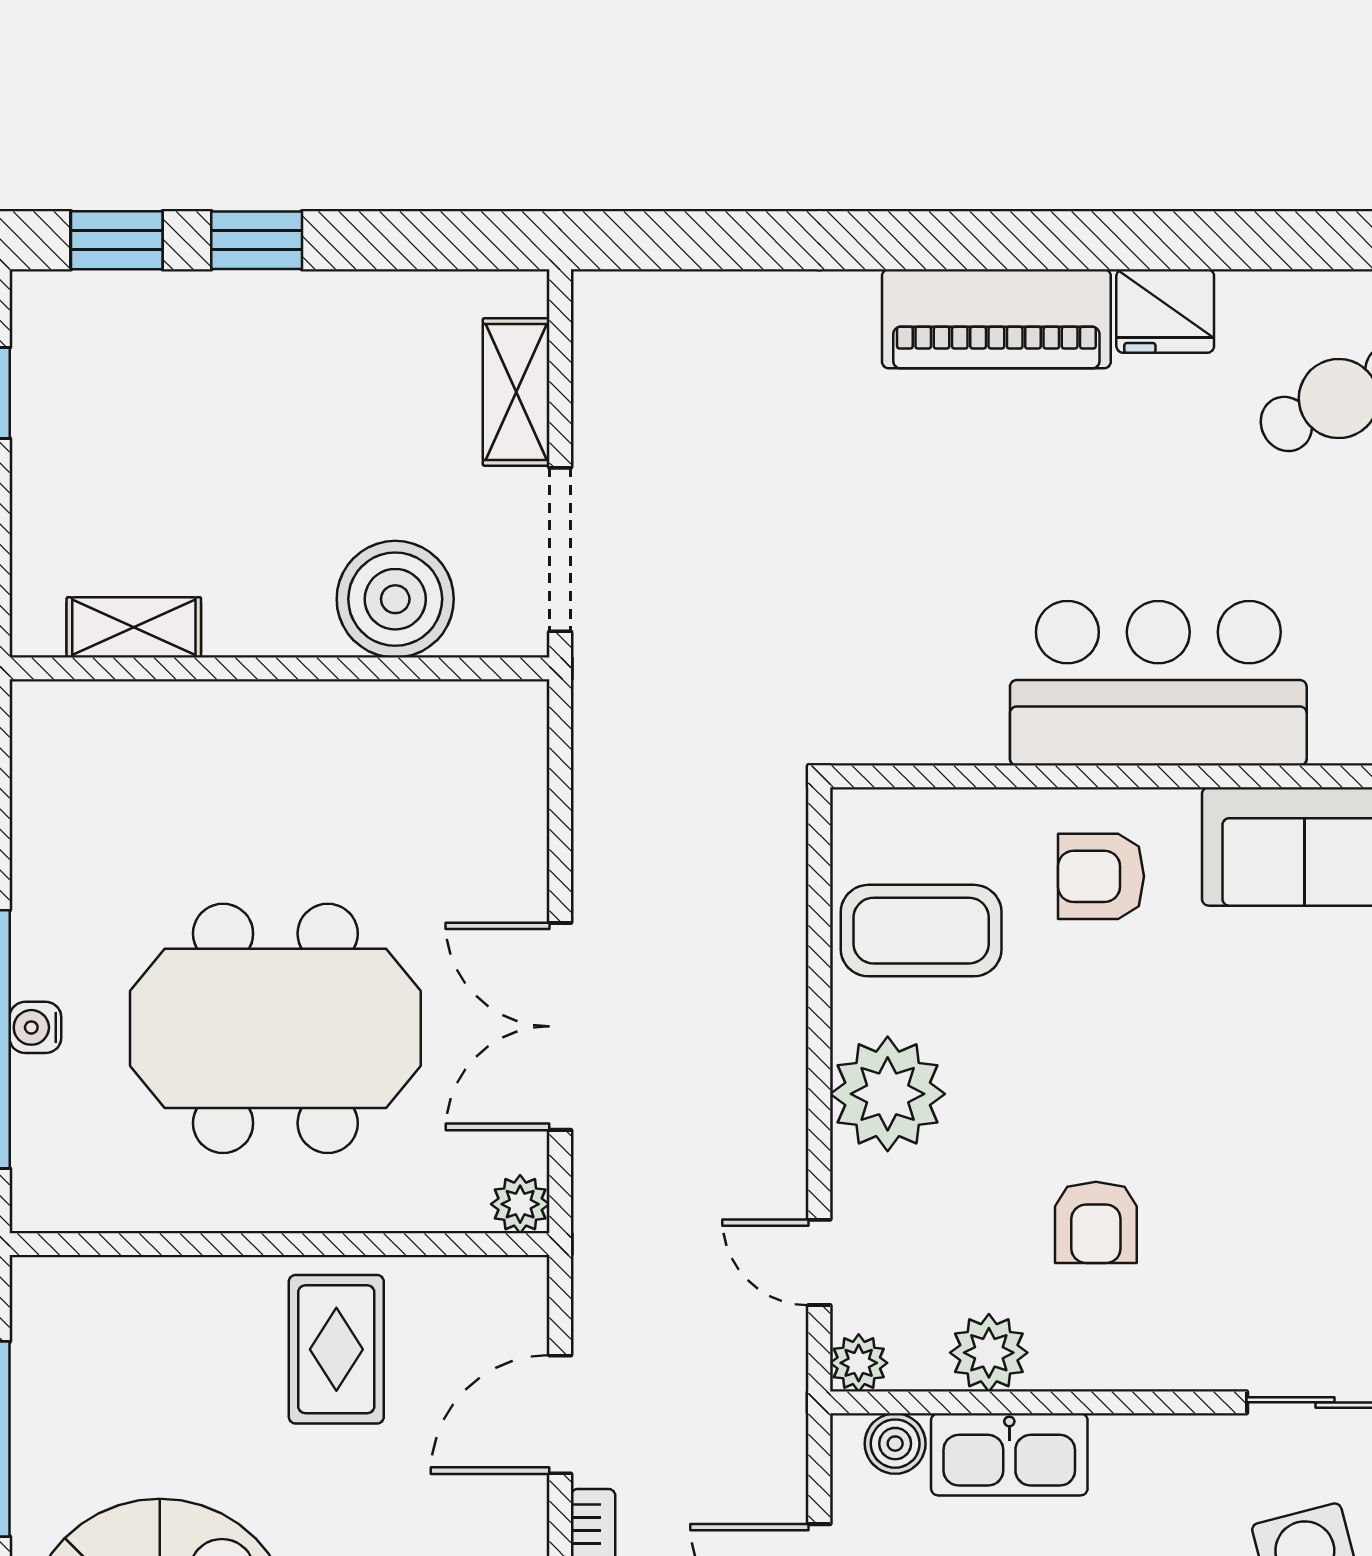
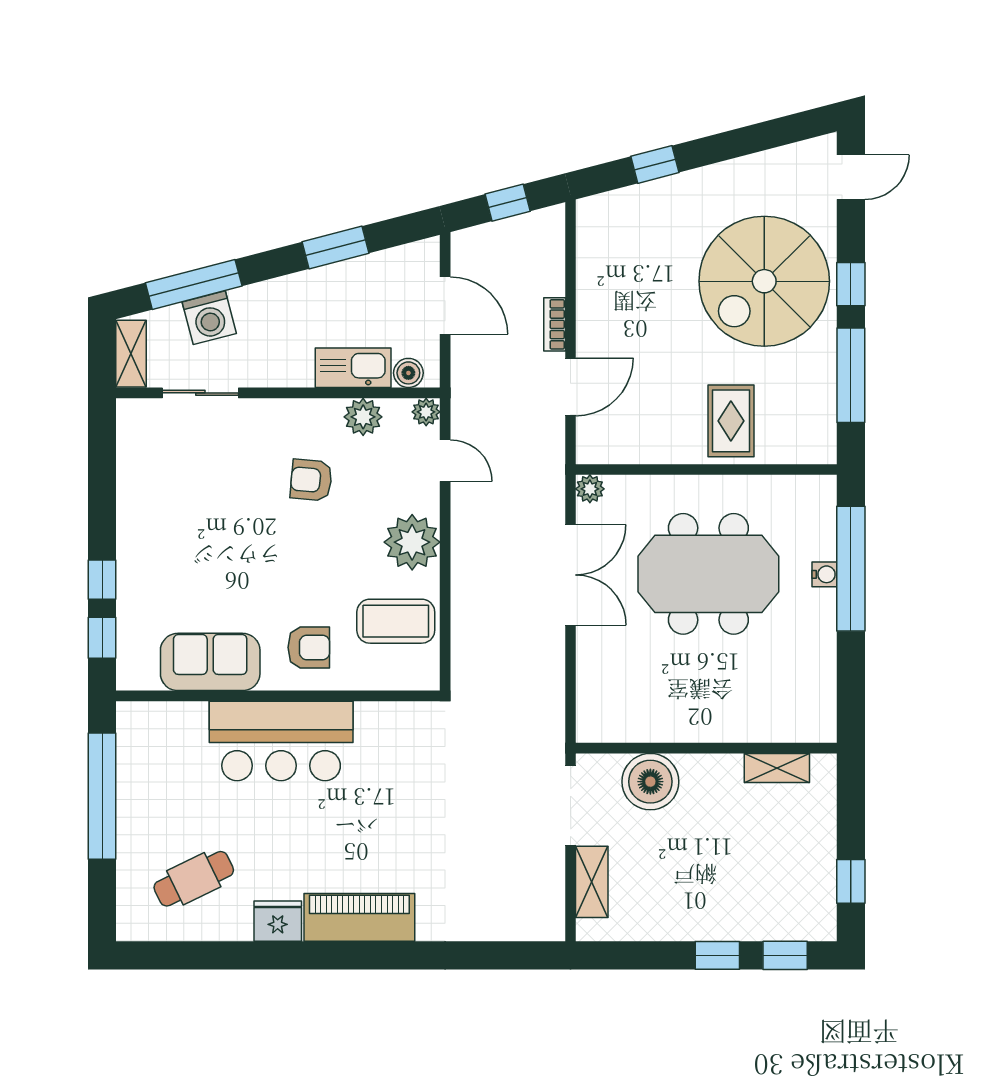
armchair: (1096, 1222) -> (311, 480), turned -85
rug: (336, 1349) -> (731, 421), moved

